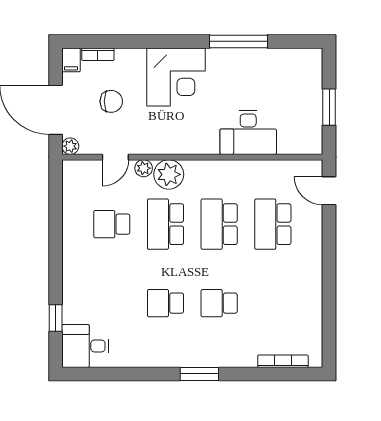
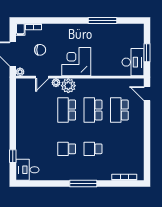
corner desk: (176, 77) -> (76, 62), moved, turned 180
desk: (248, 132) -> (133, 62), moved, turned -90
school desk: (112, 224) -> (40, 110), removed
window: (199, 374) -> (83, 184), width x1.44

